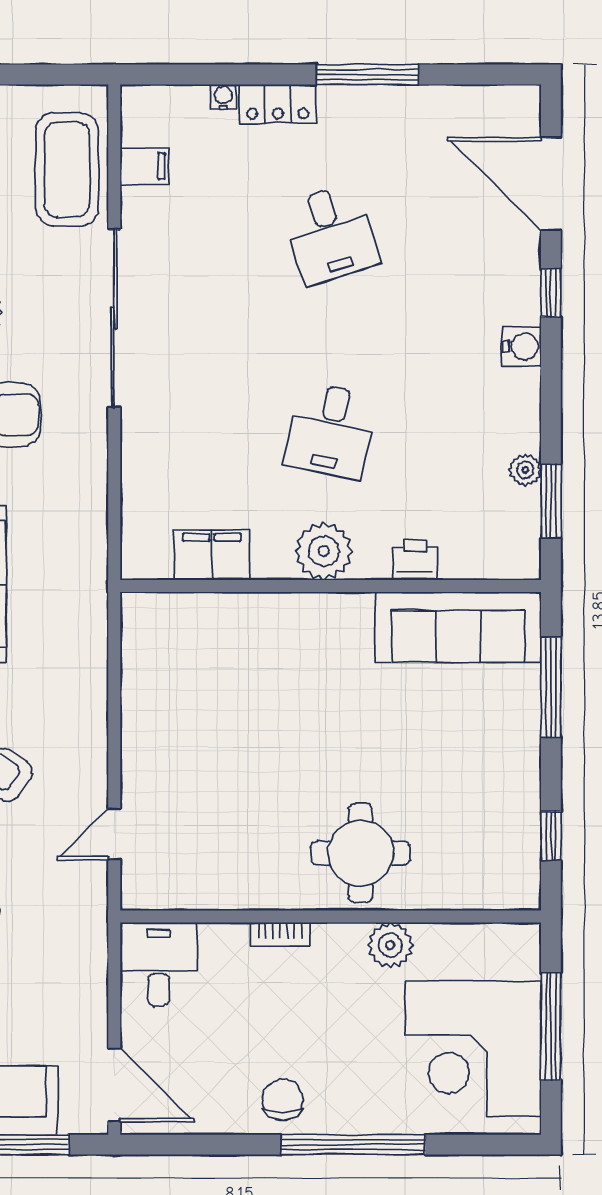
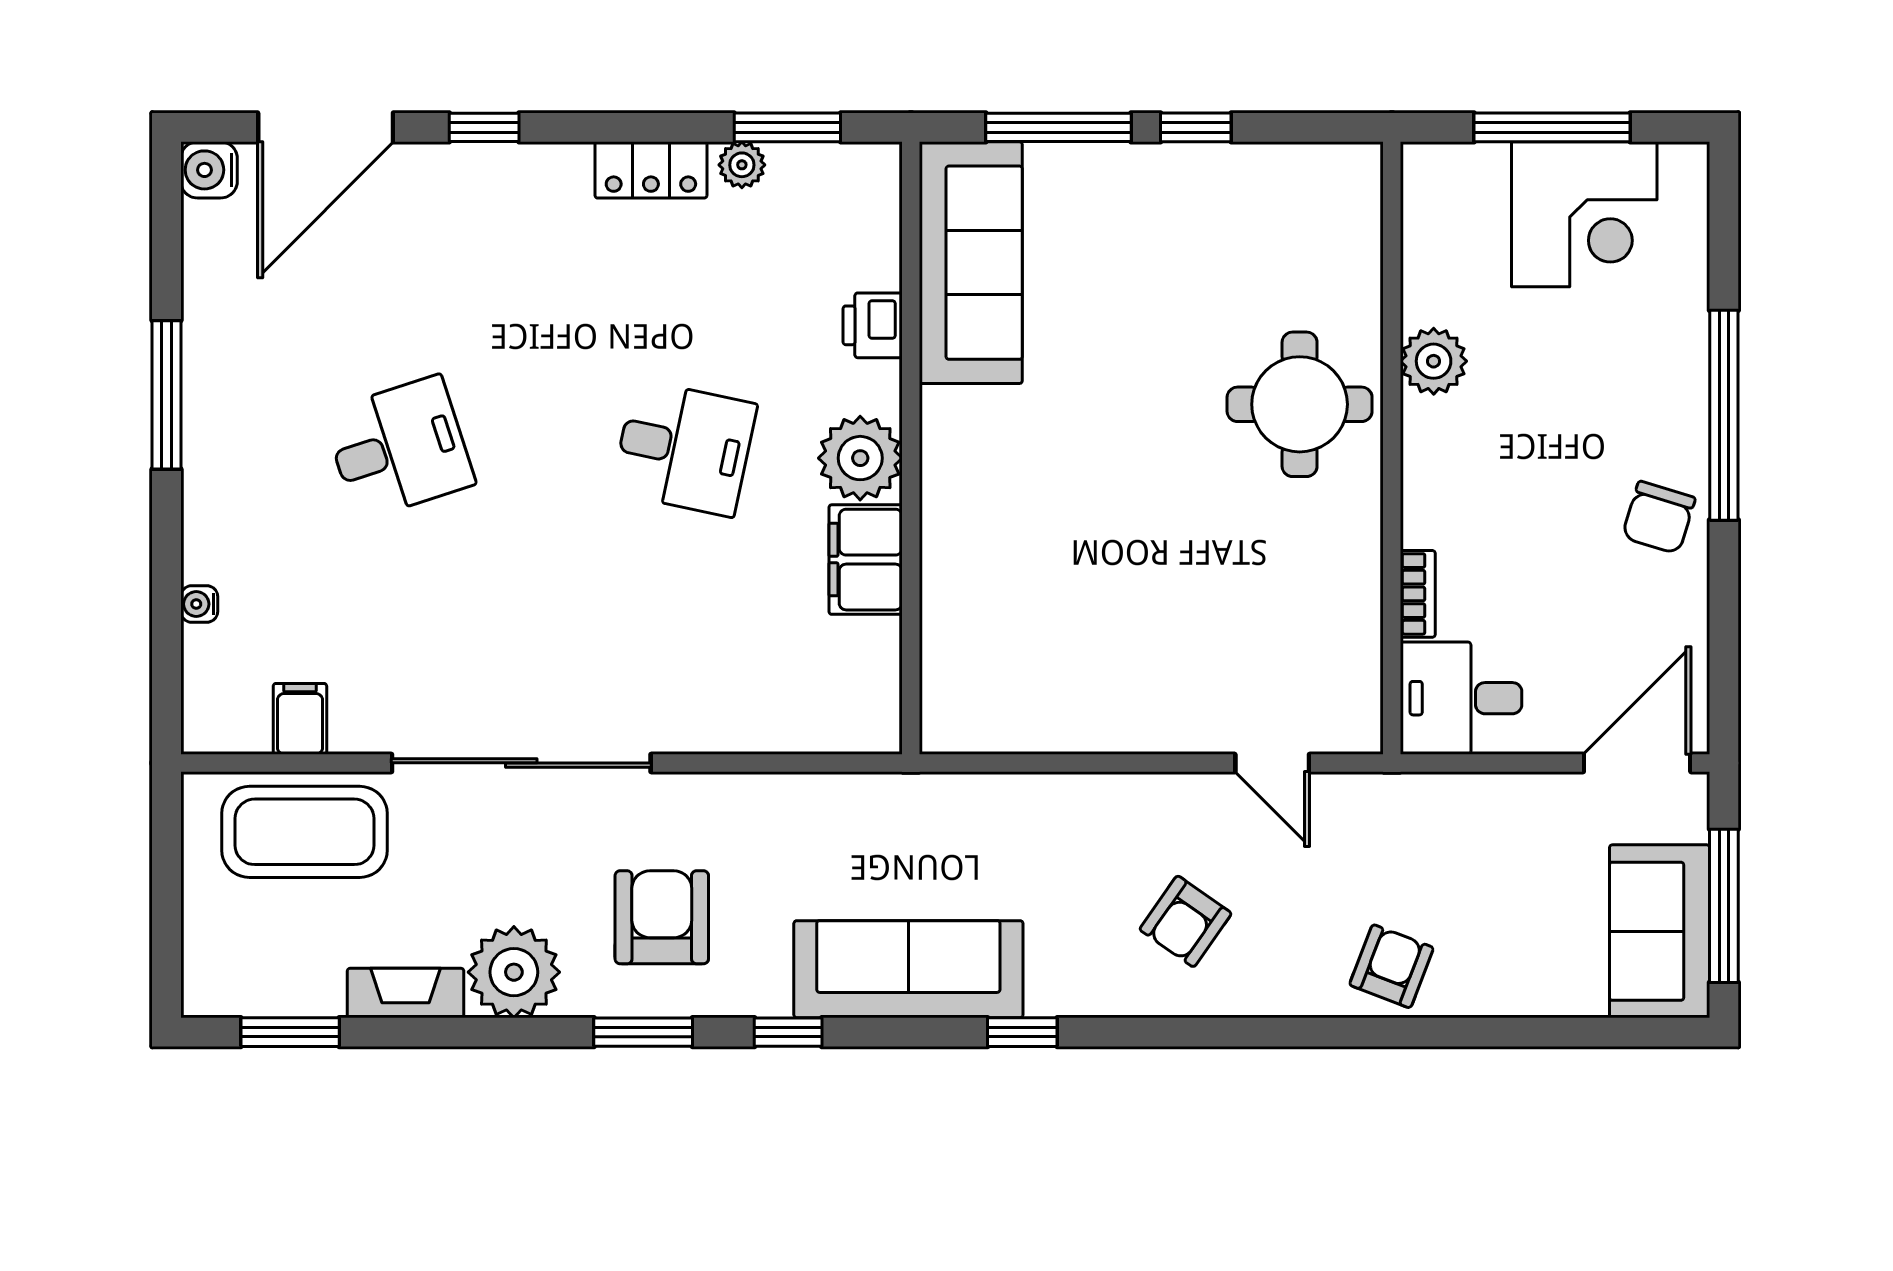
locker: (278, 104) -> (651, 170), moved, turned 90
water cooler: (522, 346) -> (209, 170), moved, turned -90
filing cabinet: (212, 555) -> (866, 560), moved
window: (551, 836) -> (1196, 127), moved
bookcase: (280, 934) -> (1418, 594), moved
corner desk: (473, 1049) -> (1584, 214), width x0.74, depth x0.74
chair: (283, 1100) -> (1659, 518), turned -73

